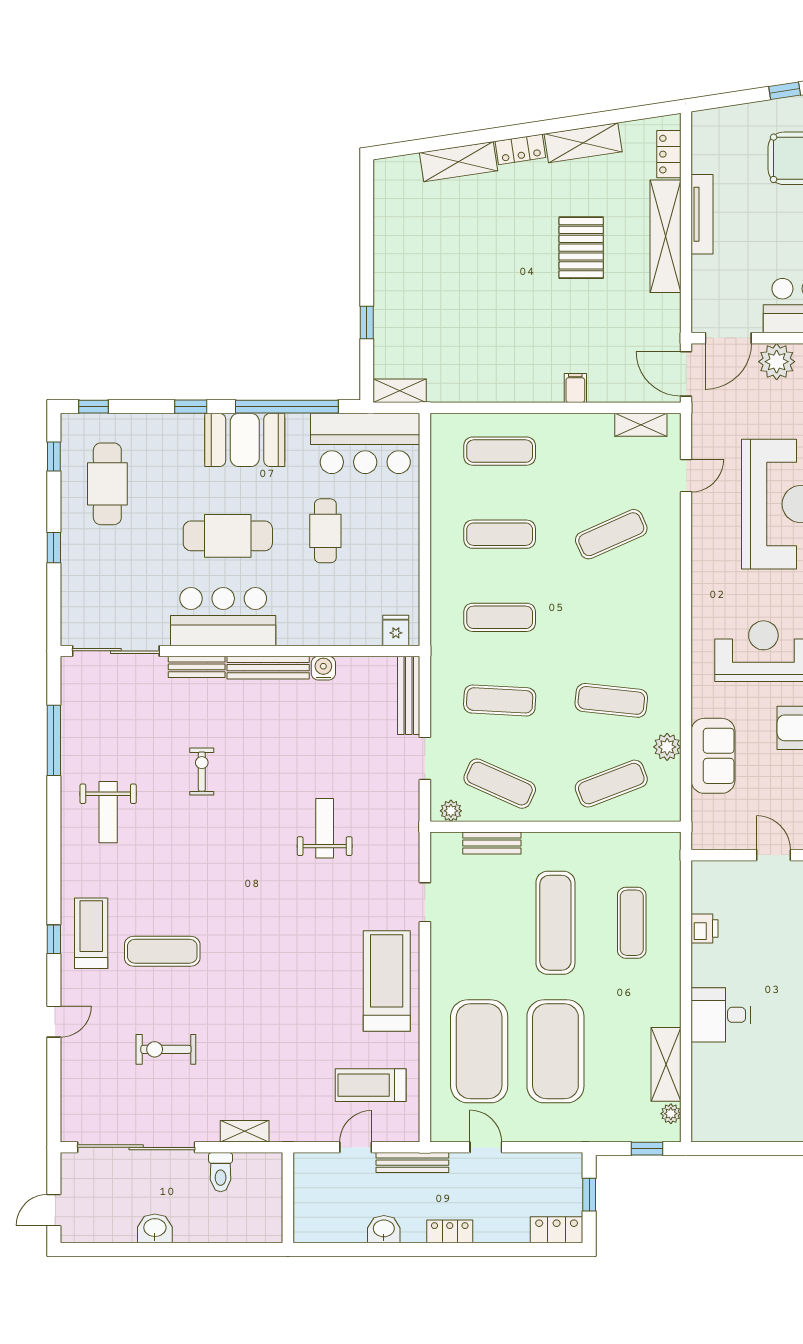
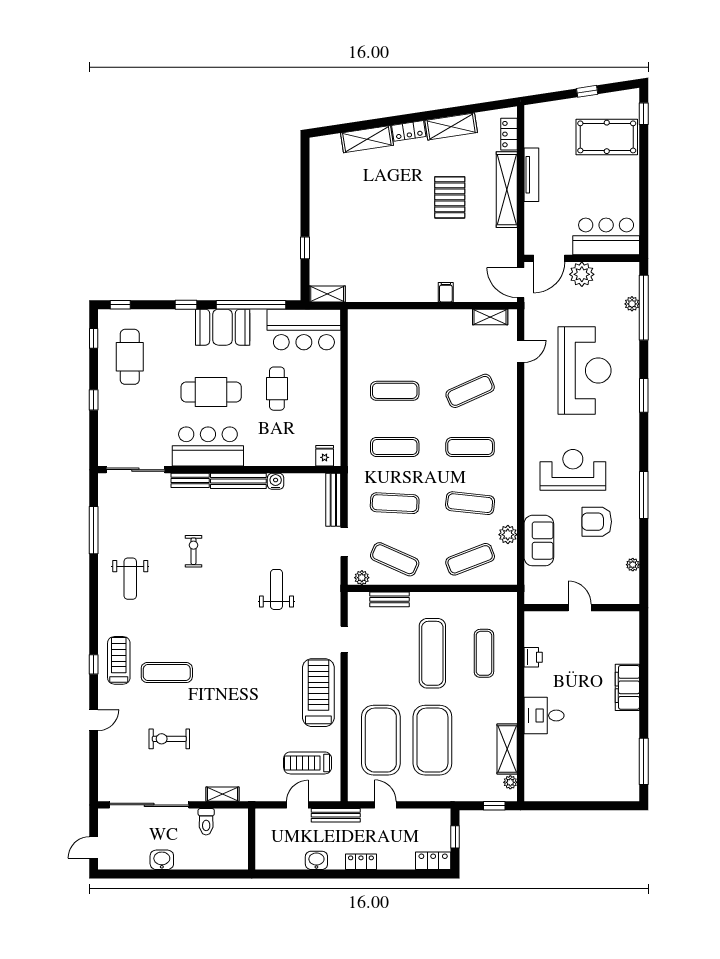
exercise mat: (500, 451) -> (470, 447), moved

